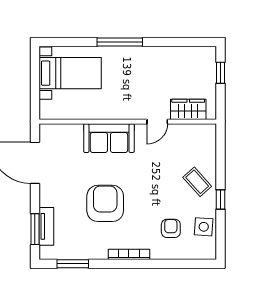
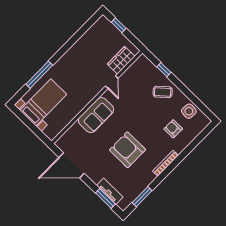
window: (120, 42) -> (39, 75), moved
window: (221, 200) -> (164, 70), moved

